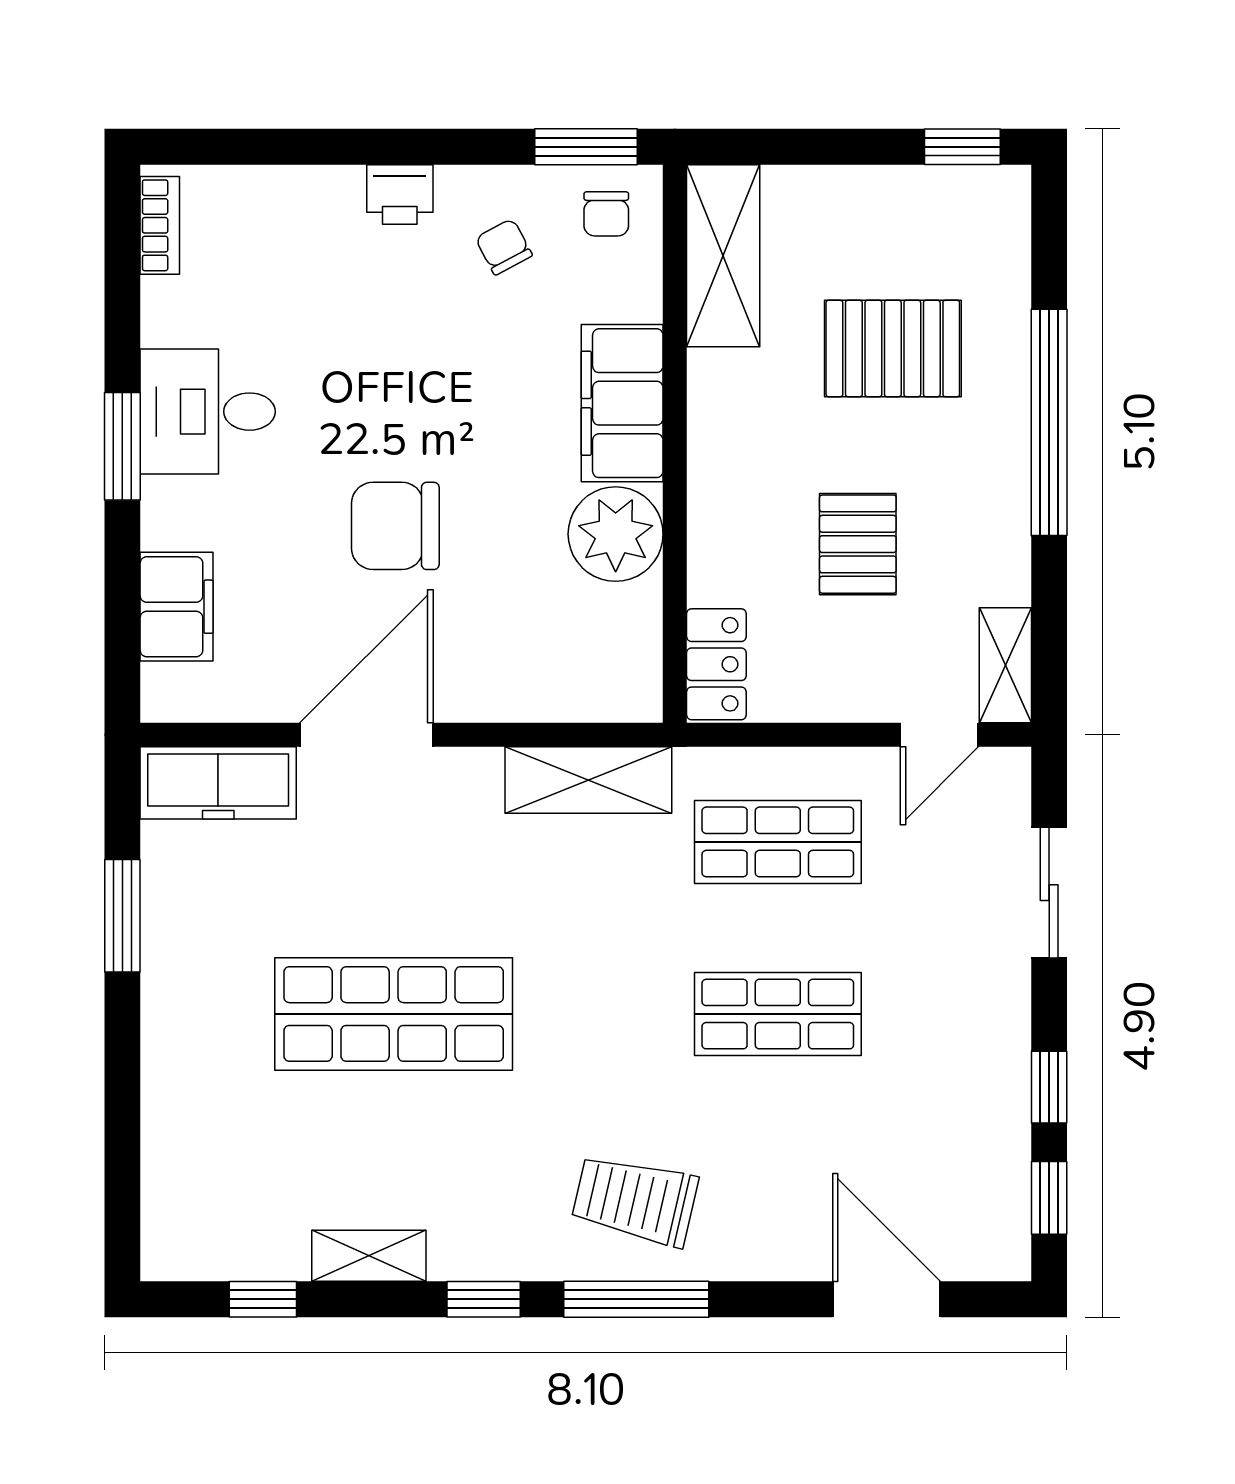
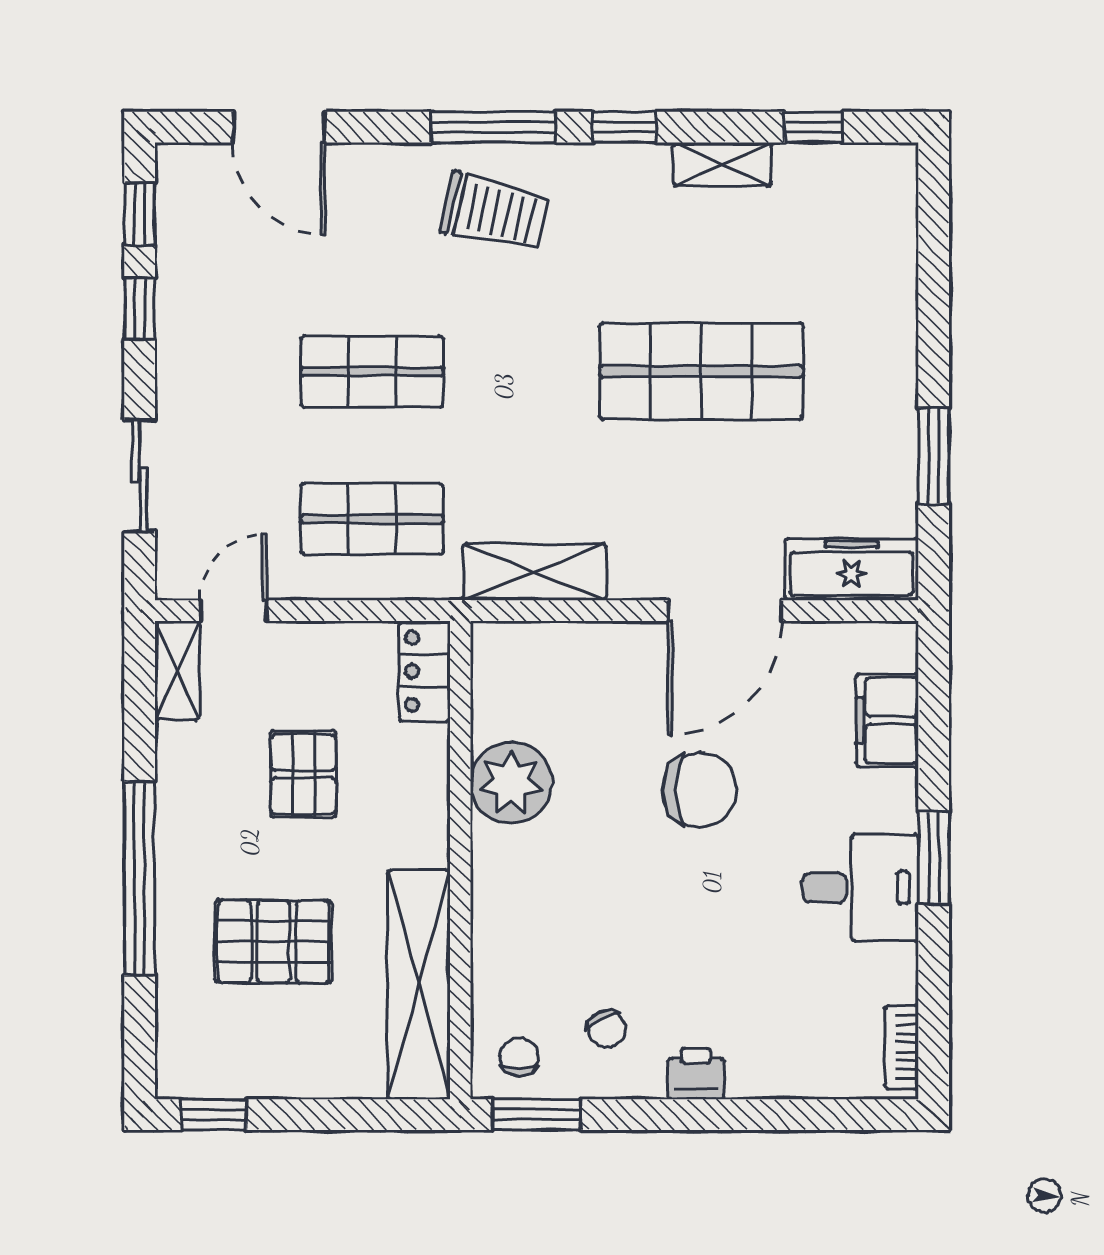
shelving: (723, 256) -> (419, 985), width x1.47
filing cabinet: (622, 403) -> (505, 895), removed

